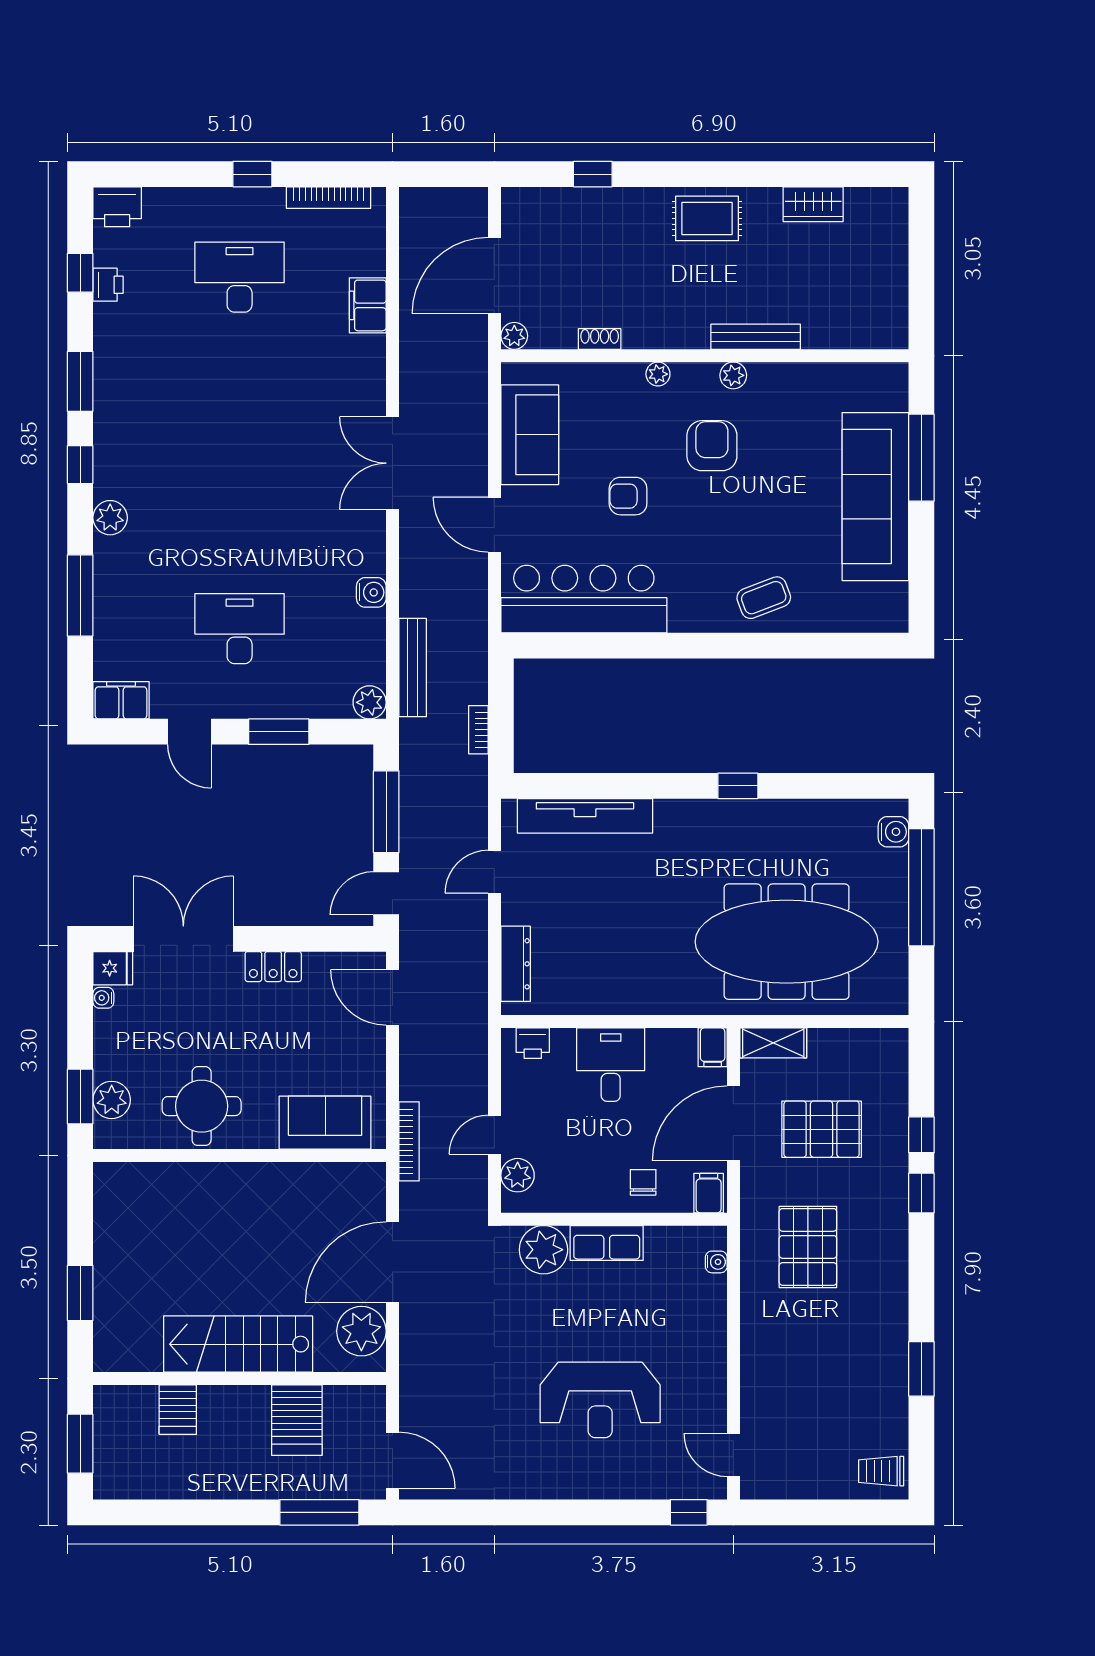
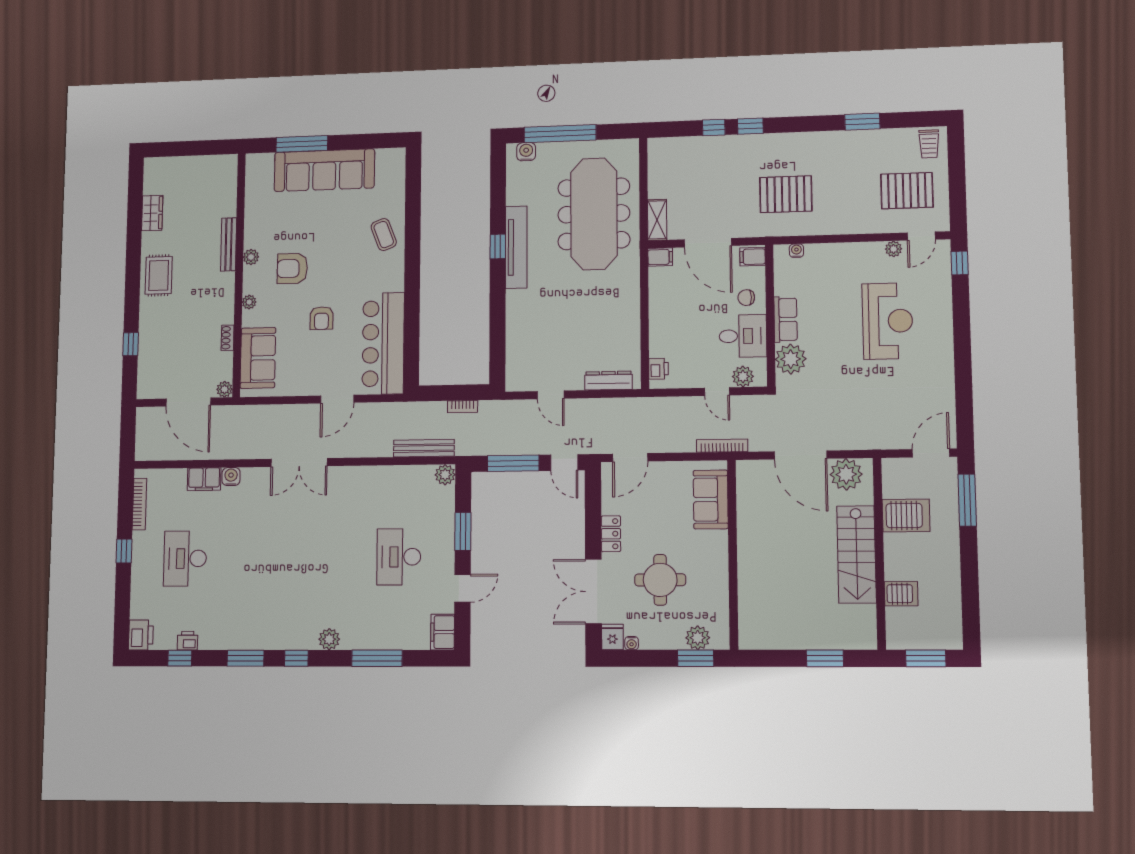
sofa: (530, 435) -> (258, 358), moved, turned 90
water cooler: (371, 592) -> (231, 477), moved
tv unit: (585, 816) -> (516, 247), moved
desk: (611, 1065) -> (743, 336), moved, turned 180
round table: (202, 1106) -> (660, 580), moved
pallet: (822, 1129) -> (907, 191), moved, turned 90
plant: (714, 1412) -> (894, 249), added

